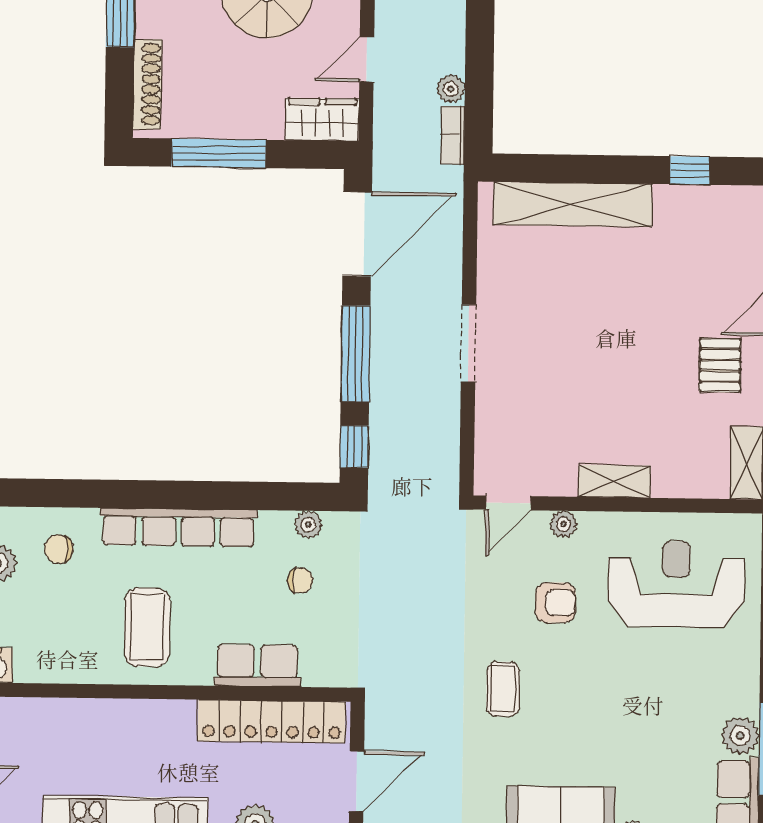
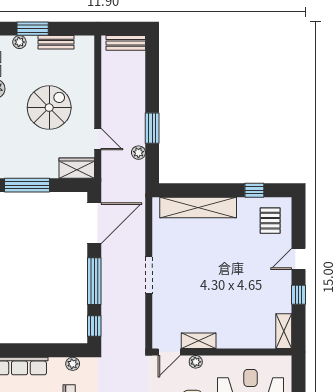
window: (480, 39) -> (152, 128), added
door: (367, 60) -> (98, 139), swing flipped
bookcase: (453, 135) -> (140, 175), removed
pallet: (720, 365) -> (270, 221), moved
shelving: (614, 481) -> (199, 341), moved

